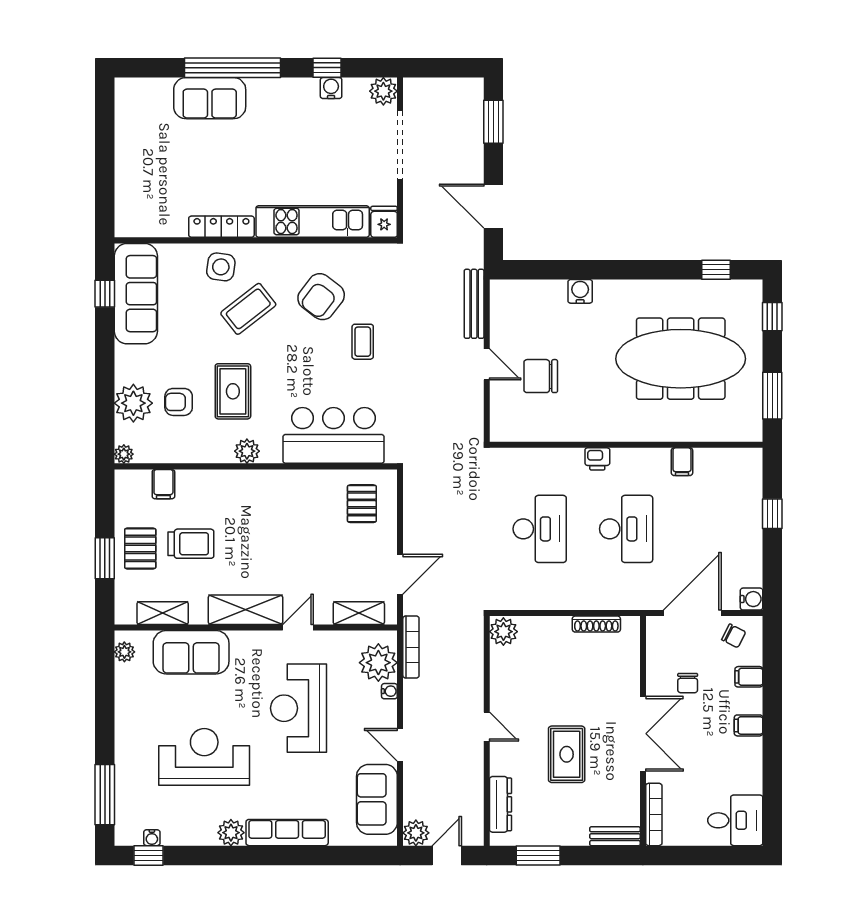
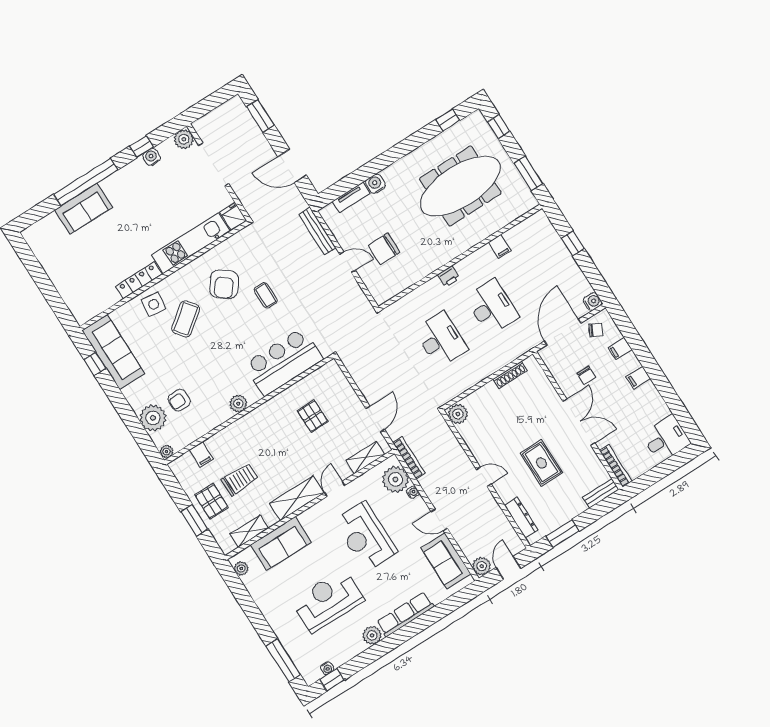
tv unit: (541, 289) -> (351, 197), added
rug: (233, 391) -> (207, 373), removed
pallet: (362, 504) -> (313, 416), moved

